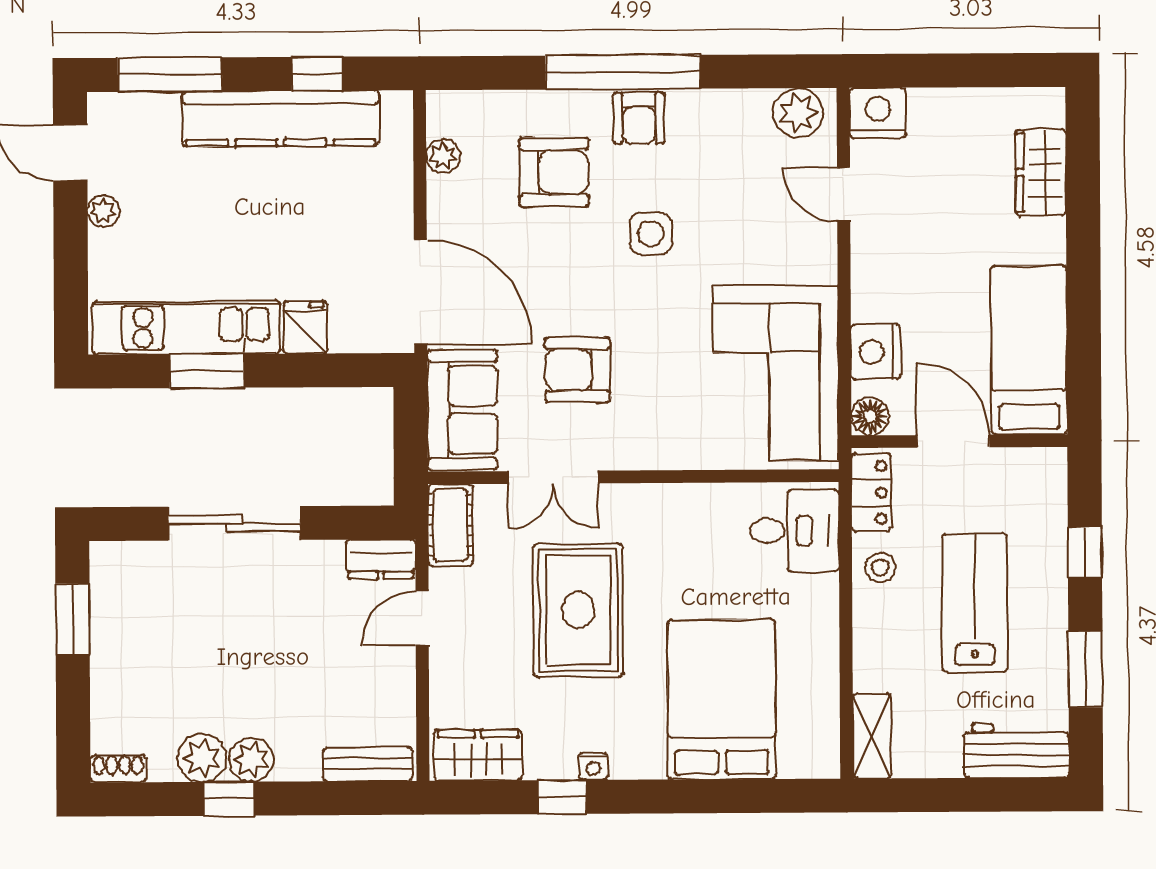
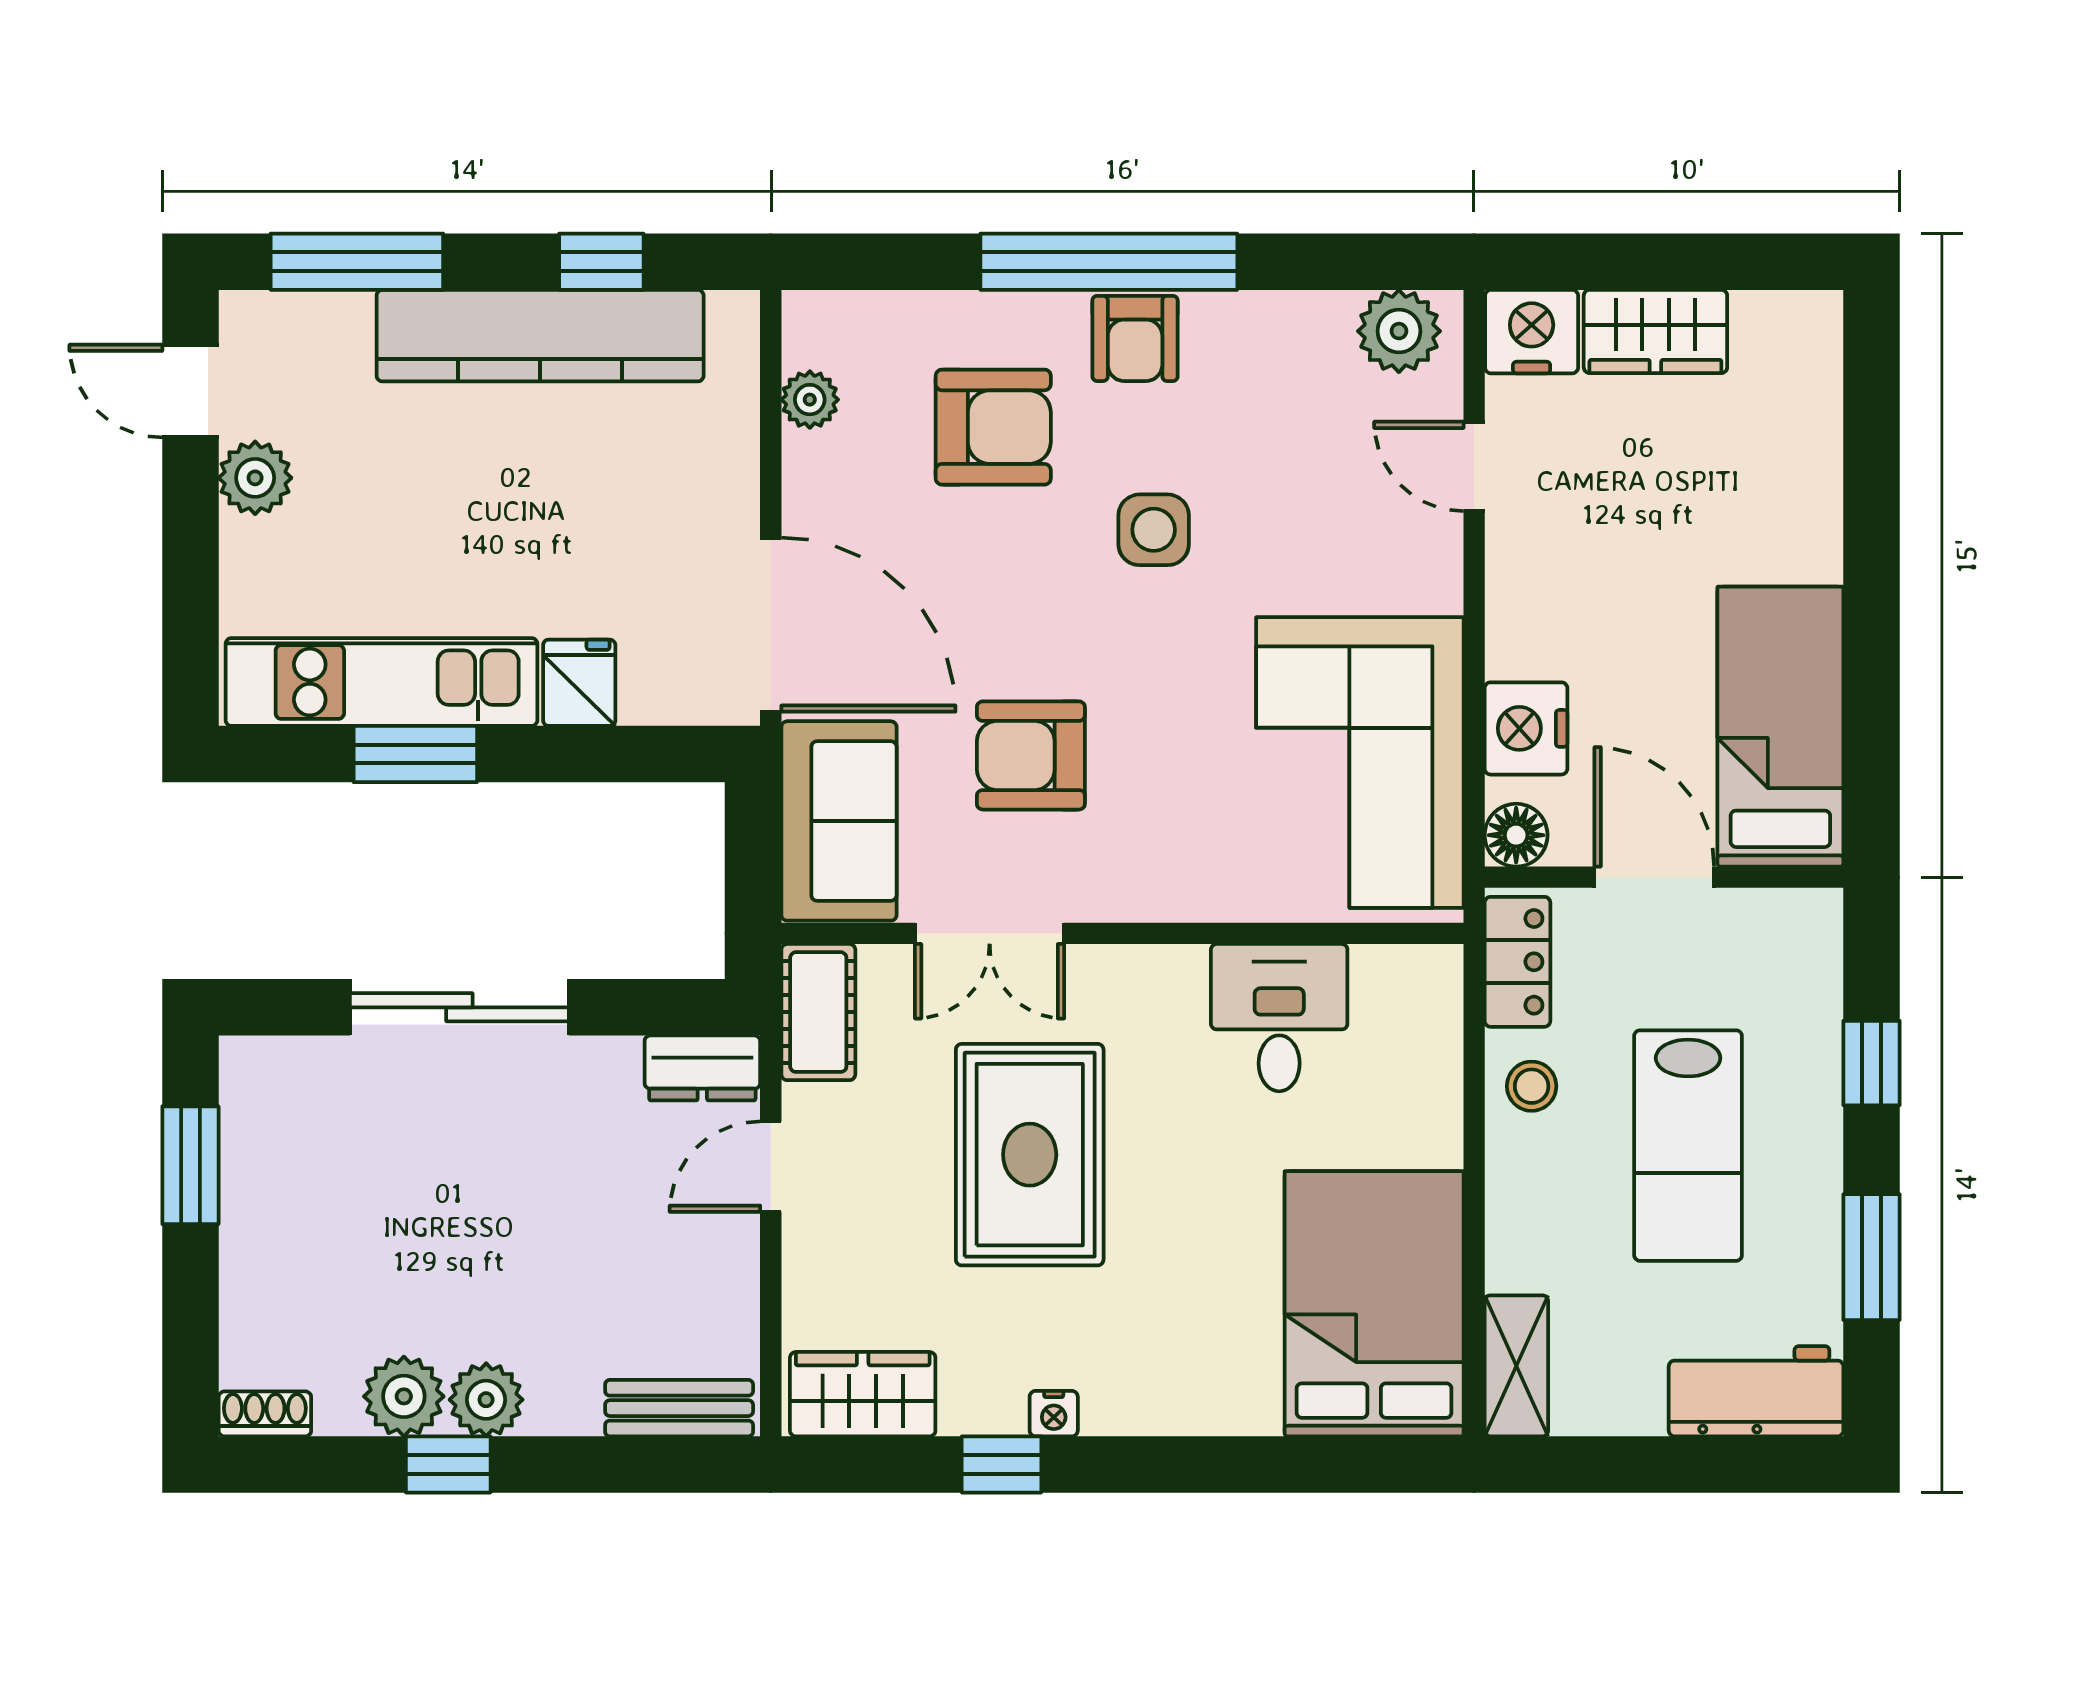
wardrobe: (1041, 173) -> (1655, 331), moved, turned -90
plant: (103, 211) -> (255, 478), width x1.38, depth x1.38
desk: (795, 531) -> (1279, 1018), moved, turned -90
lab bench: (975, 603) -> (1688, 1146), turned 180
bed: (722, 699) -> (1374, 1304), moved

